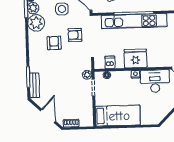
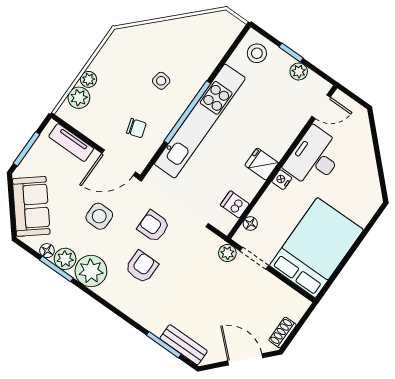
armchair: (75, 35) -> (153, 226), turned 90
armchair: (54, 43) -> (142, 267), turned 90
fridge: (135, 58) -> (262, 164), width x0.53, depth x0.75
bed: (118, 116) -> (316, 248), width x1.50

